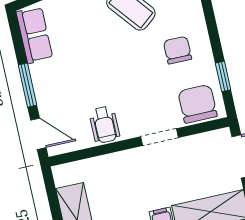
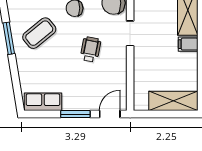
wheelchair: (104, 125) -> (91, 49), moved, turned -79

